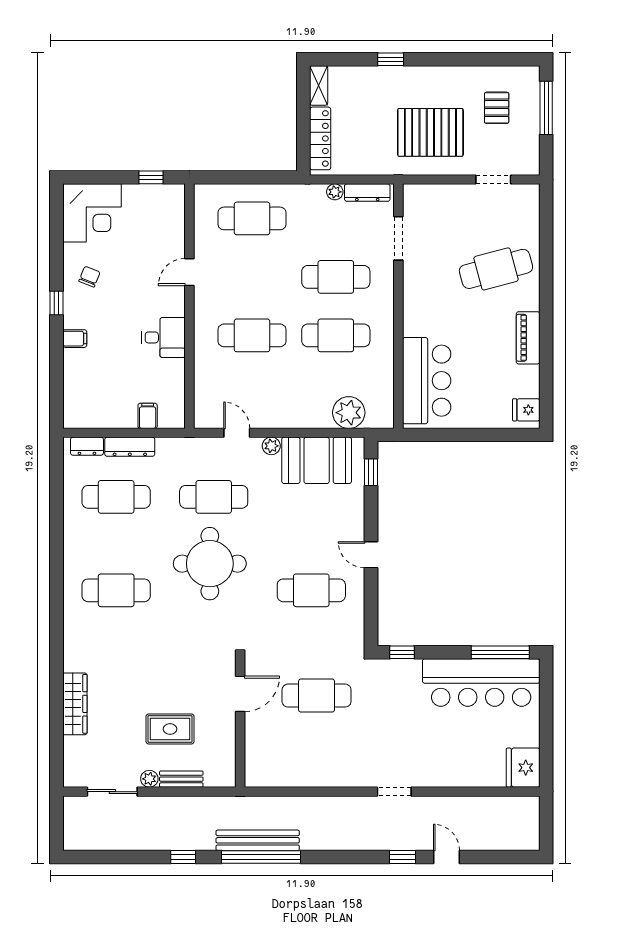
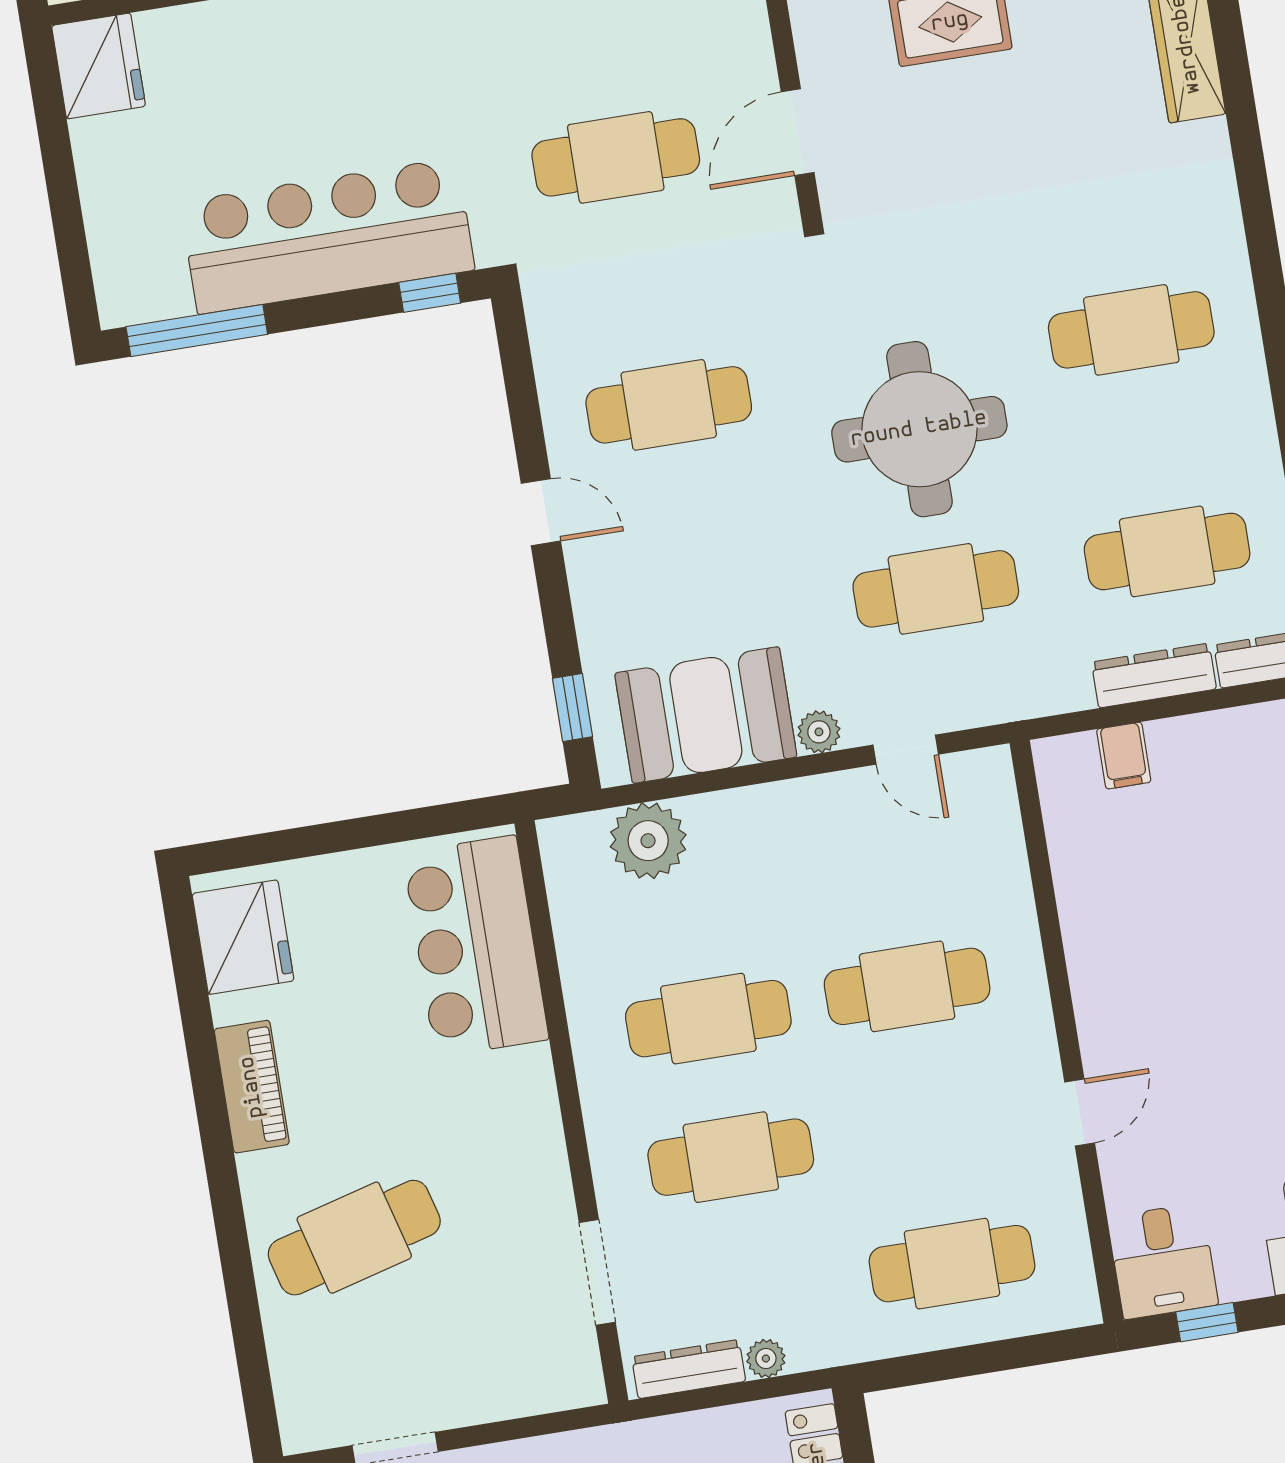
desk: (163, 337) -> (1163, 1261), moved, turned -90
fridge: (526, 410) -> (243, 937), width x1.88, depth x1.34
bar counter: (481, 682) -> (327, 236), moved

